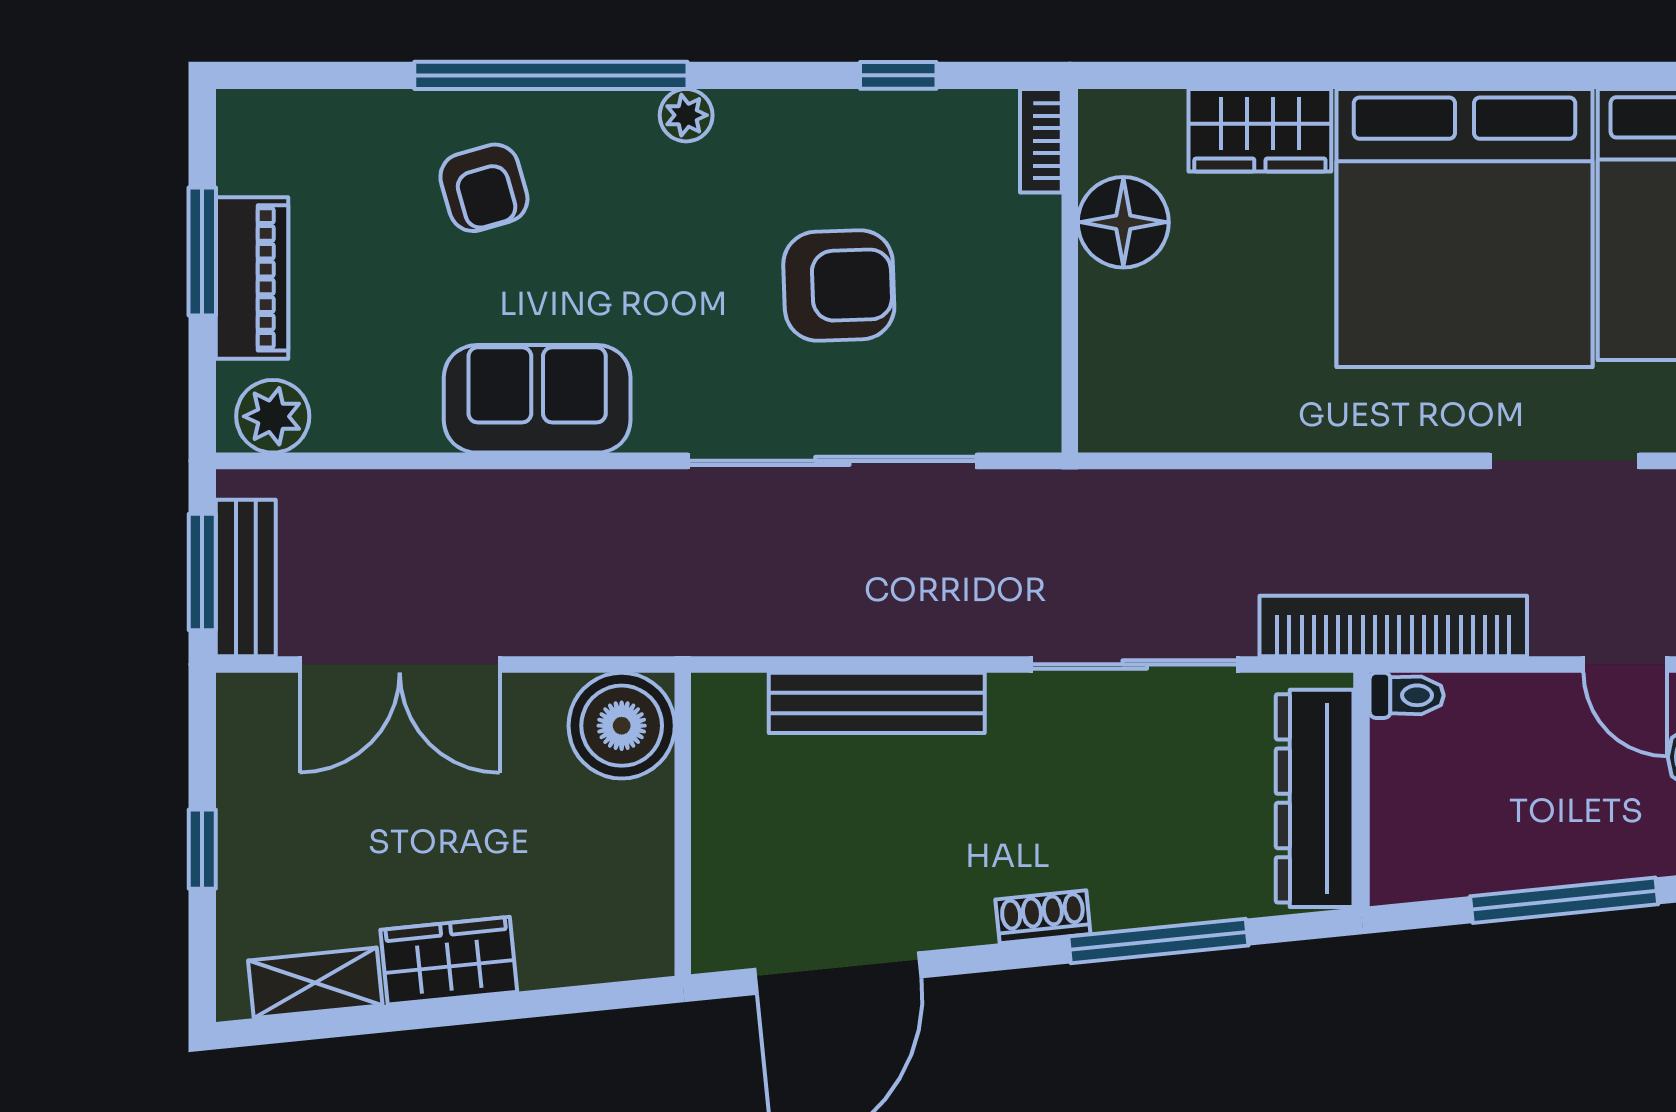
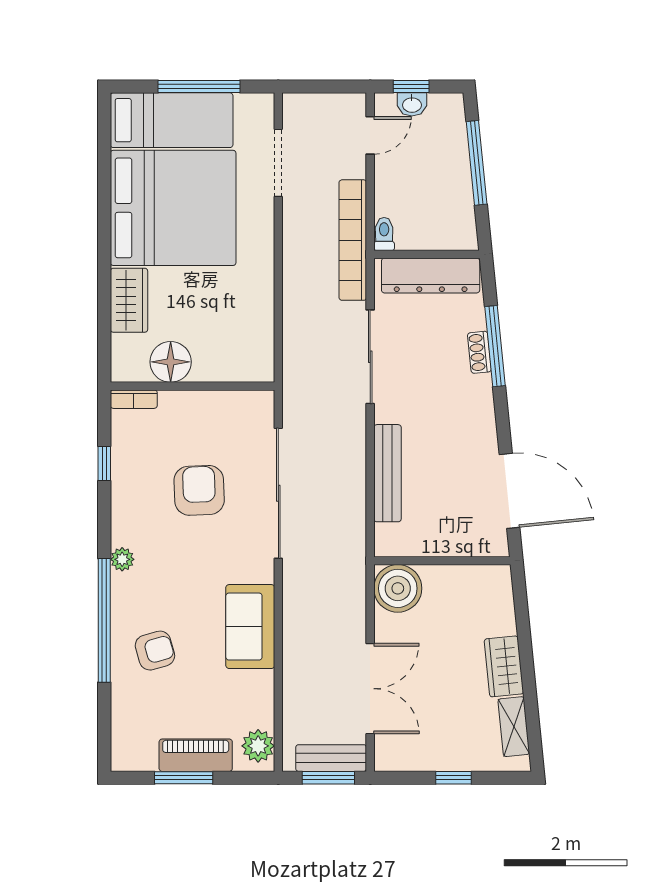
shoe rack: (1043, 917) -> (479, 352), moved

